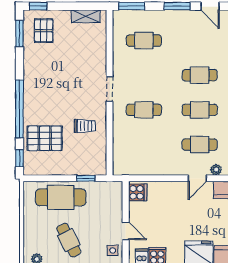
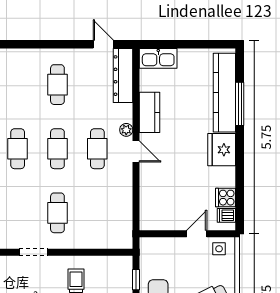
cooker: (138, 192) -> (152, 220), removed

